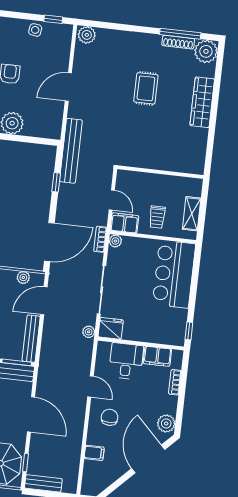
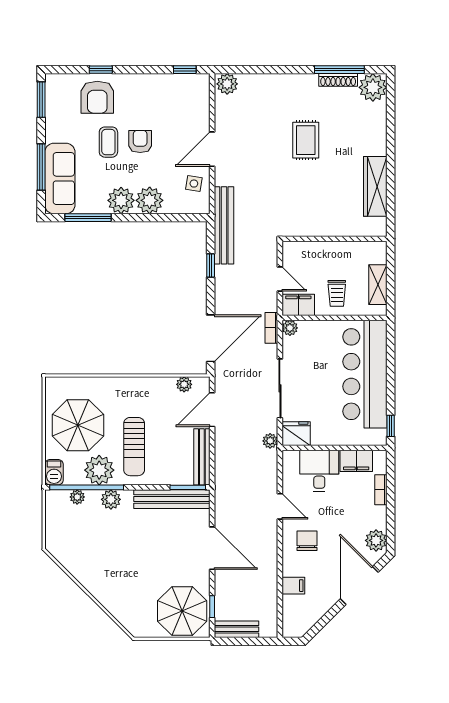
side table: (35, 30) -> (194, 184), moved
wardrobe: (202, 102) -> (375, 186), moved
bar counter: (174, 274) -> (365, 374), width x1.36

